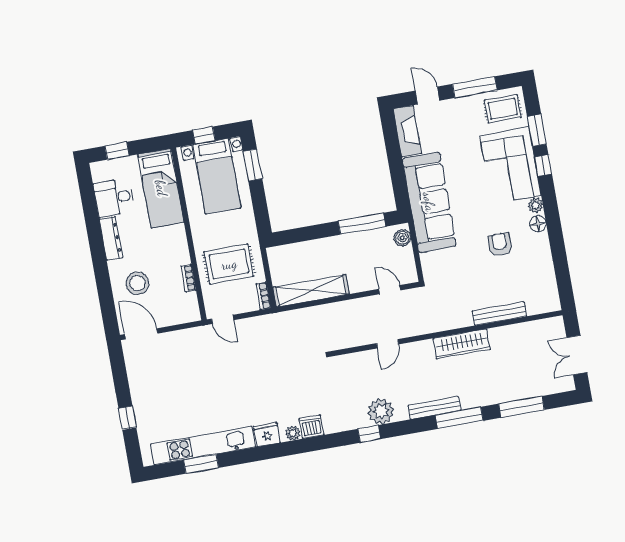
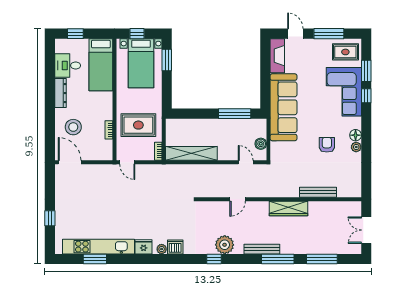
plant: (536, 205) -> (356, 147), moved
boiler: (402, 238) -> (261, 144), moved

